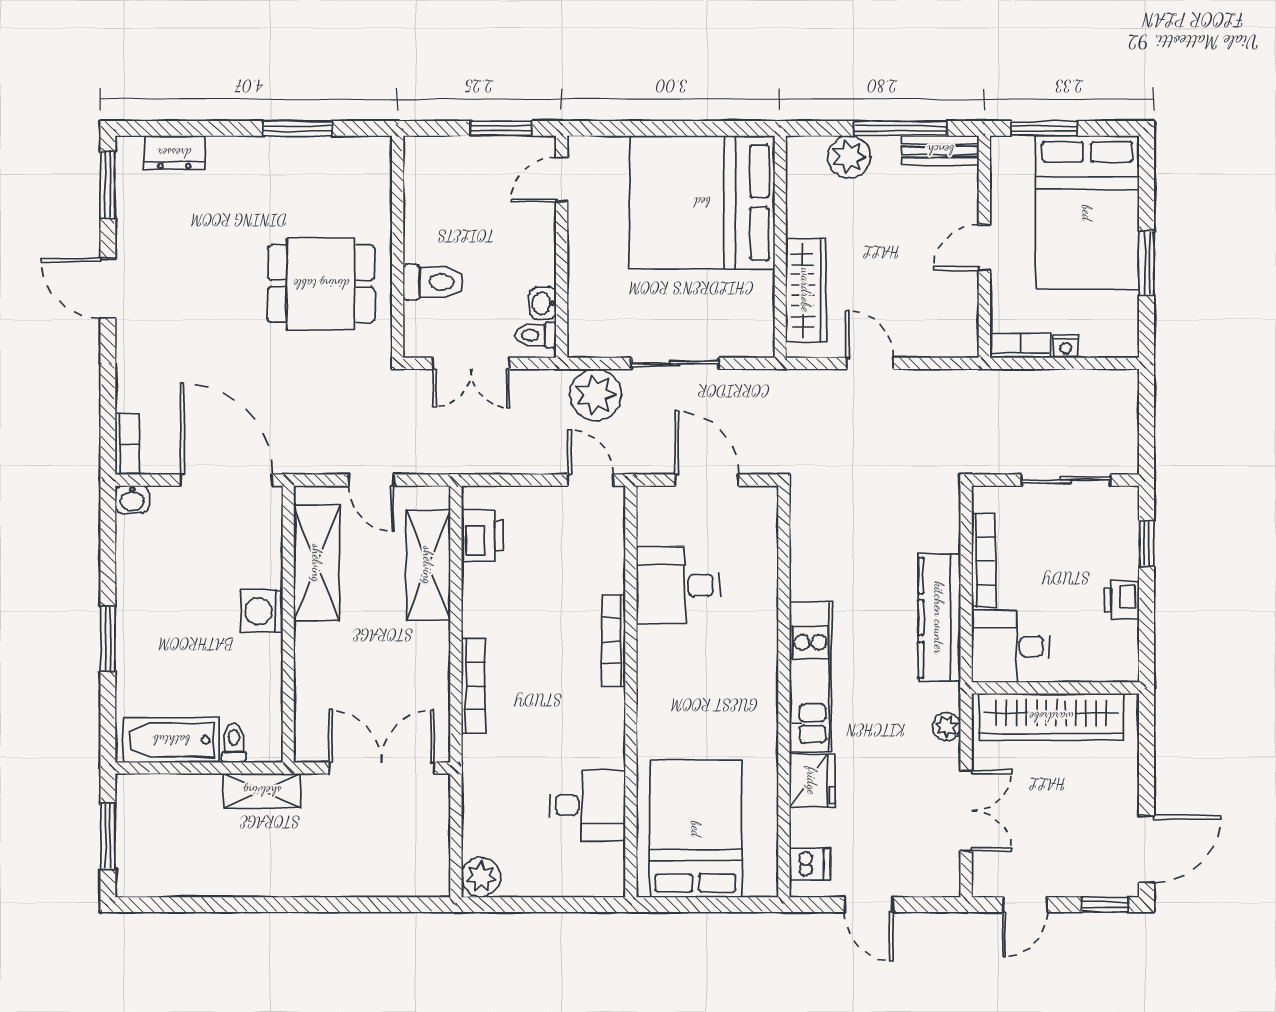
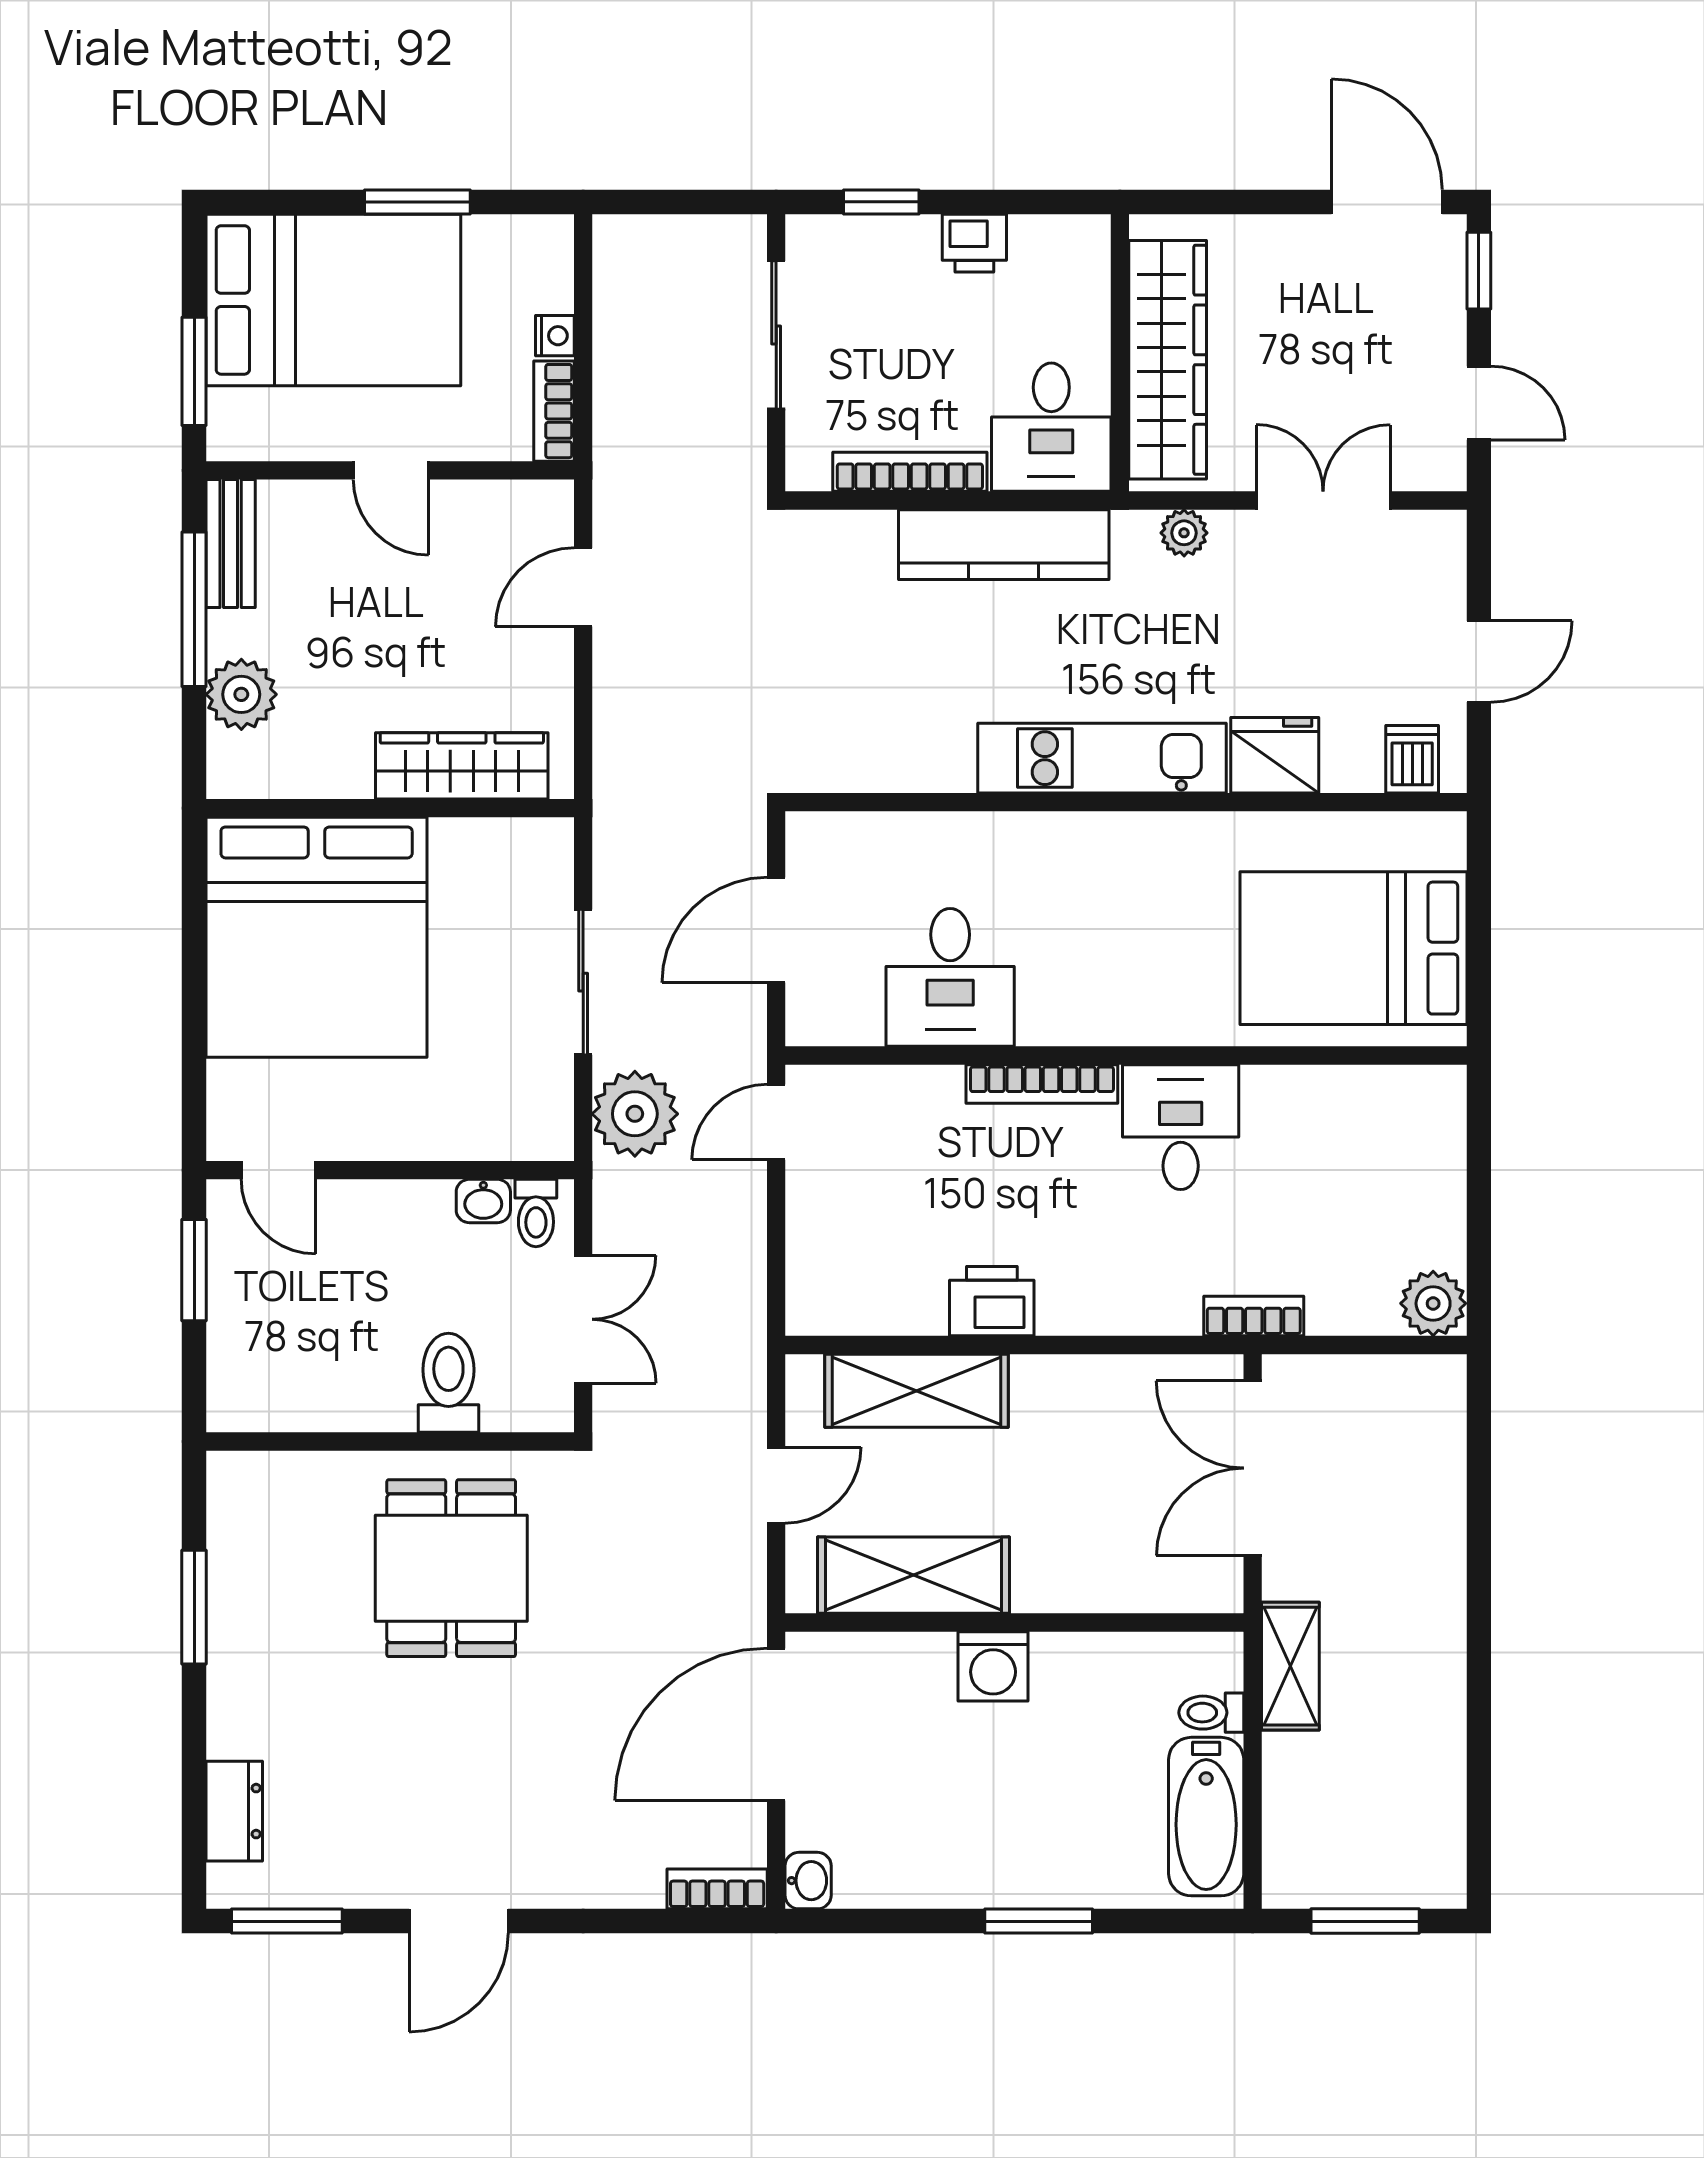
door: (870, 363) -> (583, 587), moved
printer: (482, 536) -> (992, 1301), moved
bookcase: (473, 686) -> (1254, 1316), moved, width x0.64
desk: (588, 805) -> (1181, 1127), moved

